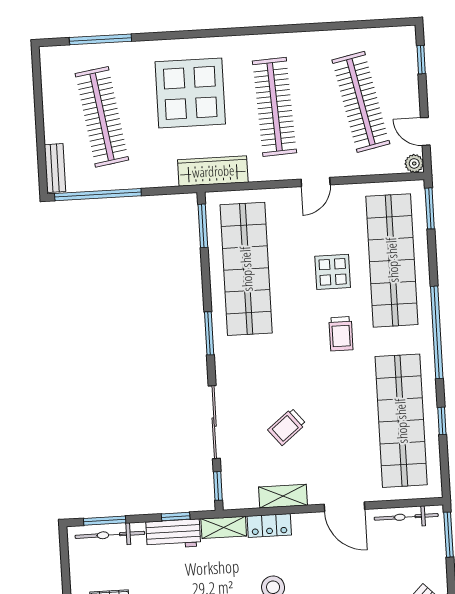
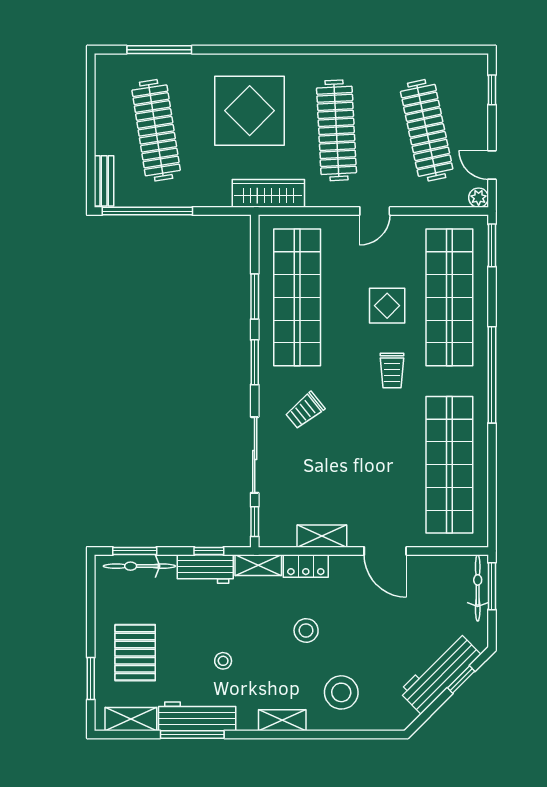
window: (203, 226) -> (255, 297), moved
window: (442, 421) -> (492, 467), removed
trolley: (287, 427) -> (305, 411), moved
bicycle: (406, 517) -> (478, 588), moved, turned 90

